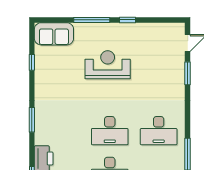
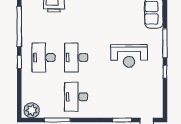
reception desk: (108, 65) -> (129, 56), turned 90

